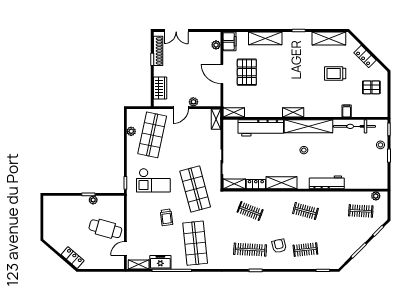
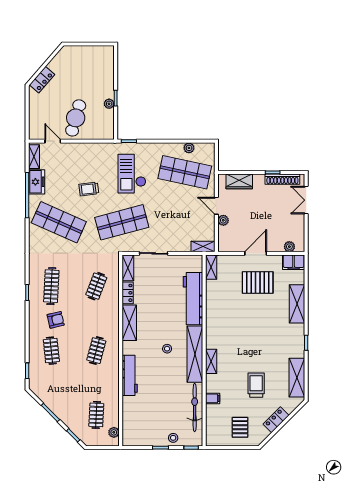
shelving: (293, 112) -> (211, 361), moved
shop shelf: (195, 243) -> (59, 222), turned 30

